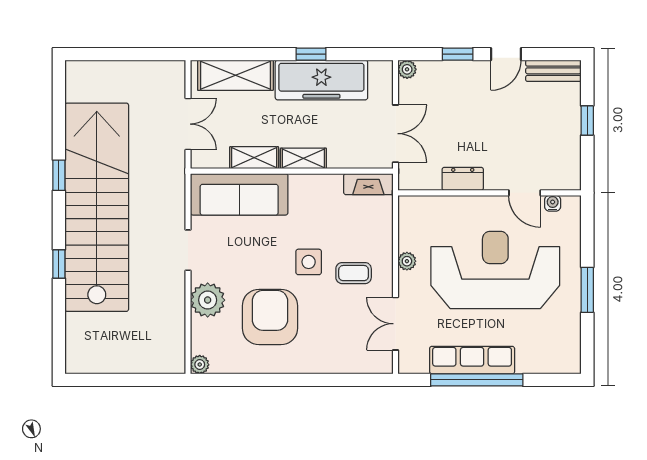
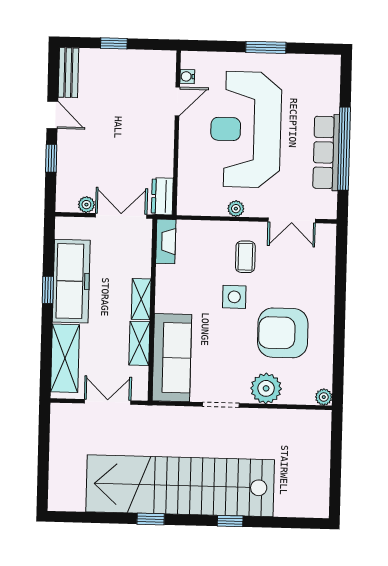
plant: (407, 69) -> (86, 205), moved
dresser: (463, 179) -> (162, 196), moved

